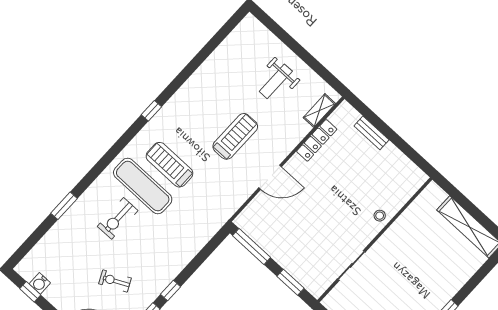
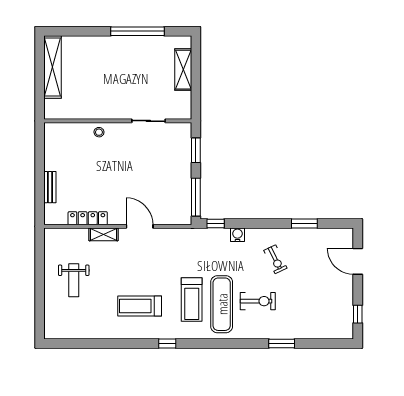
weight bench: (276, 81) -> (74, 280), turned 90
shelving: (319, 111) -> (103, 234), moved
treadmill: (235, 136) -> (140, 306), moved
exercise bike: (115, 281) -> (275, 259), moved
water cooler: (40, 283) -> (237, 235), moved, turned -90
window: (170, 291) -> (216, 224), moved

